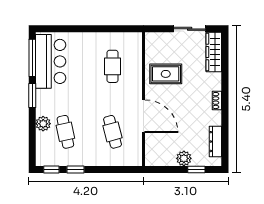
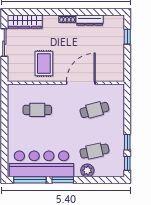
bar counter: (51, 61) -> (41, 164), width x1.36
dresser: (215, 142) -> (90, 20), moved
plant: (184, 158) -> (118, 48), removed

